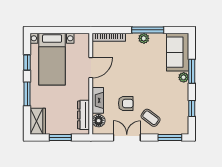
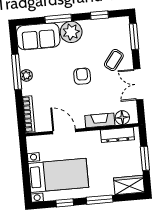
plant: (184, 77) -> (71, 32), width x1.88, depth x1.88
armchair: (126, 103) -> (82, 76), moved

